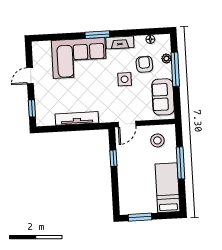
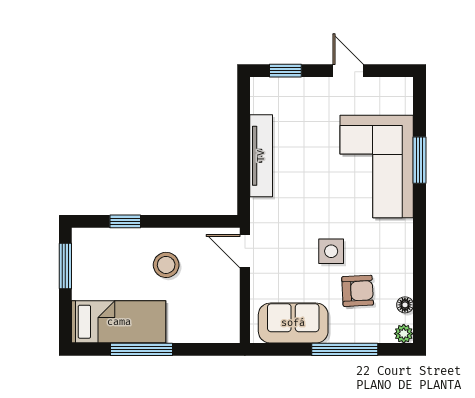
window: (97, 35) -> (419, 160), moved
fireplace: (120, 43) -> (402, 246), removed
plant: (166, 58) -> (404, 334), moved
stool: (157, 140) -> (166, 265), moved
window: (113, 158) -> (125, 221), moved
window: (180, 163) -> (142, 349), moved

